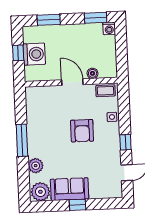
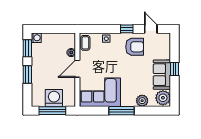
window: (49, 20) -> (27, 74), moved
window: (18, 53) -> (52, 111), width x2.17
corner sofa: (44, 112) -> (100, 92), added
armchair: (82, 131) -> (135, 47), moved

